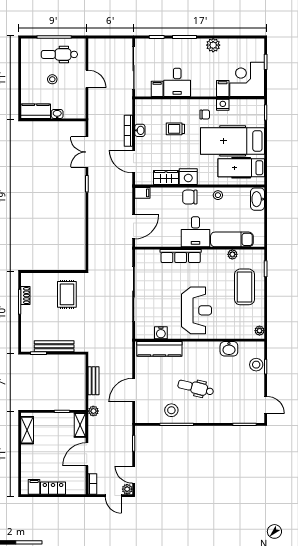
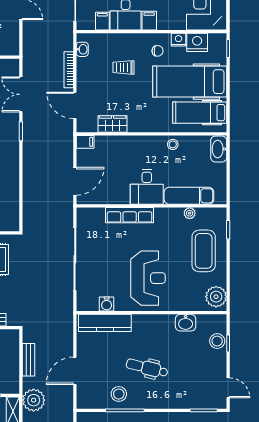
filing cabinet: (223, 88) -> (149, 21), moved
washbasin: (140, 130) -> (82, 49), moved
nightstand: (188, 177) -> (197, 42), moved, turned 180
chair: (190, 197) -> (140, 147), removed
plant: (260, 331) -> (216, 297), width x1.88, depth x1.88
plant: (93, 411) -> (34, 400), width x1.87, depth x1.87

